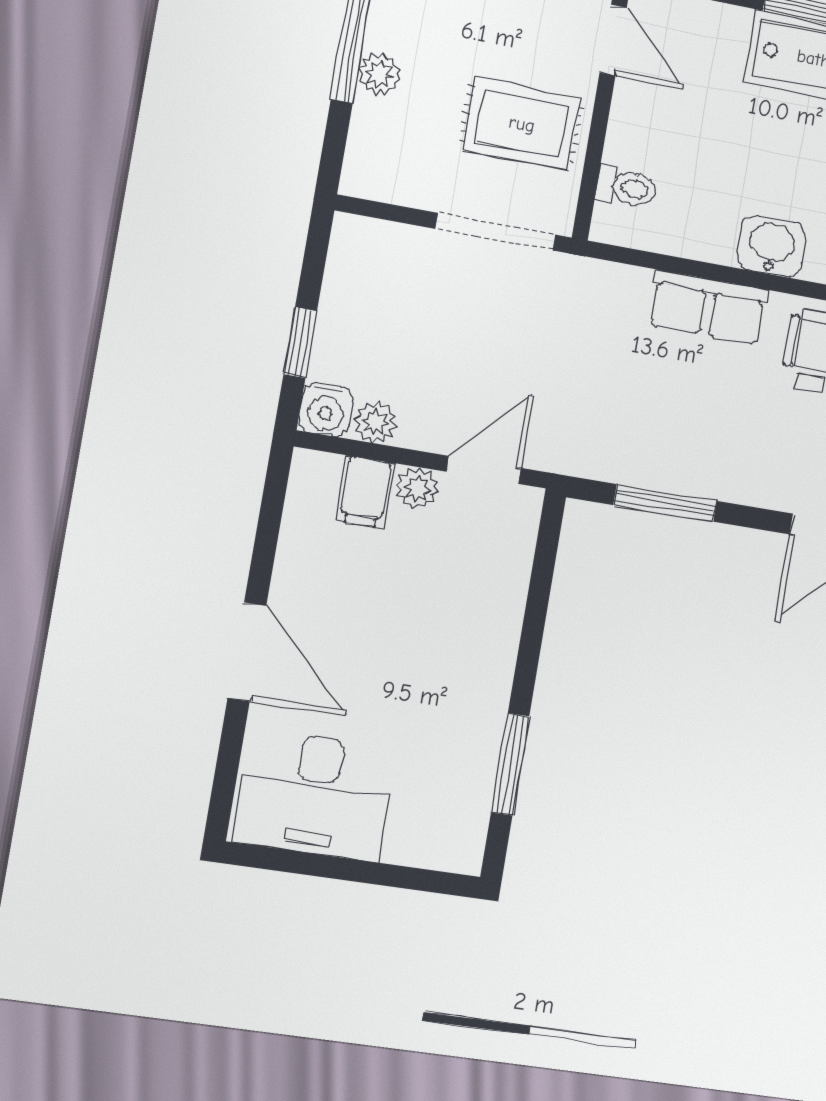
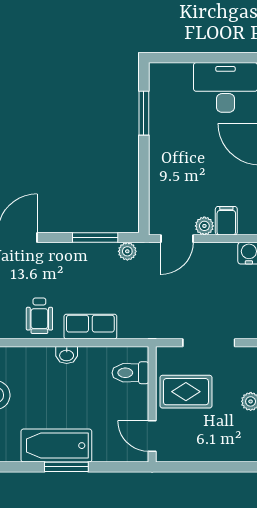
toilet: (626, 187) -> (130, 373), width x1.37, depth x1.39
doorway: (496, 232) -> (209, 343), moved
washbasin: (772, 246) -> (67, 355), width x0.72, depth x0.69
plant: (375, 422) -> (127, 251), moved

